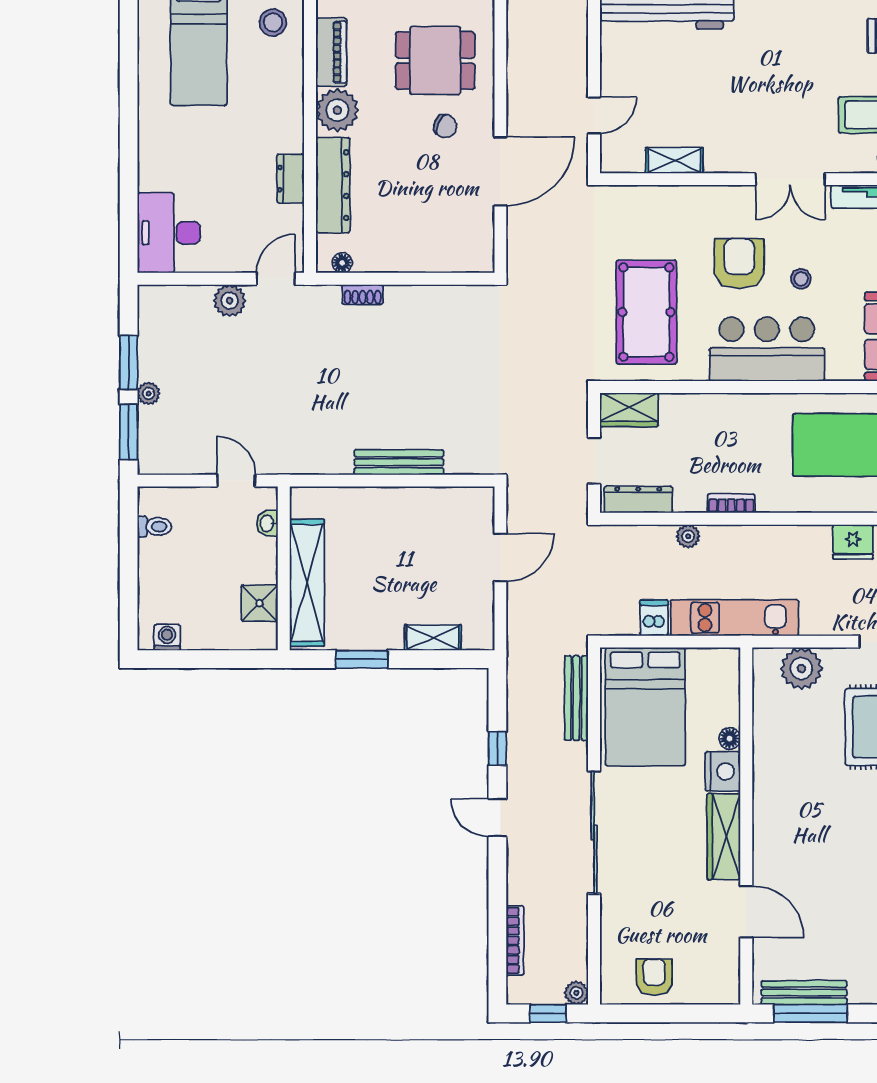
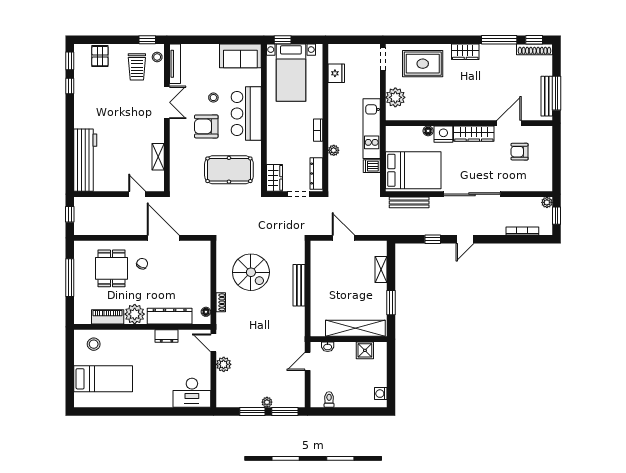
spiral stairs: (427, 359) -> (251, 272), added
armchair: (654, 977) -> (520, 152), moved

